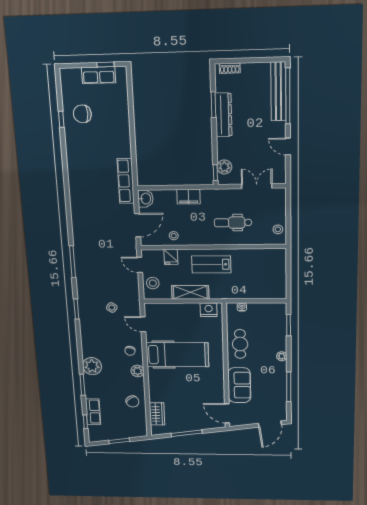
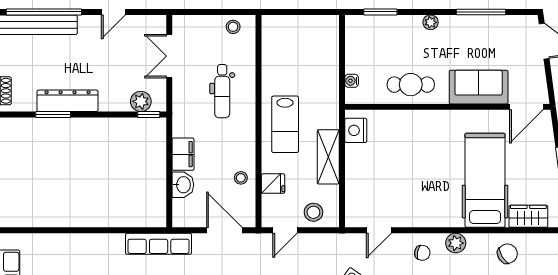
washbasin: (145, 199) -> (183, 185), moved, turned 90
hospital bed: (177, 355) -> (485, 180), moved

